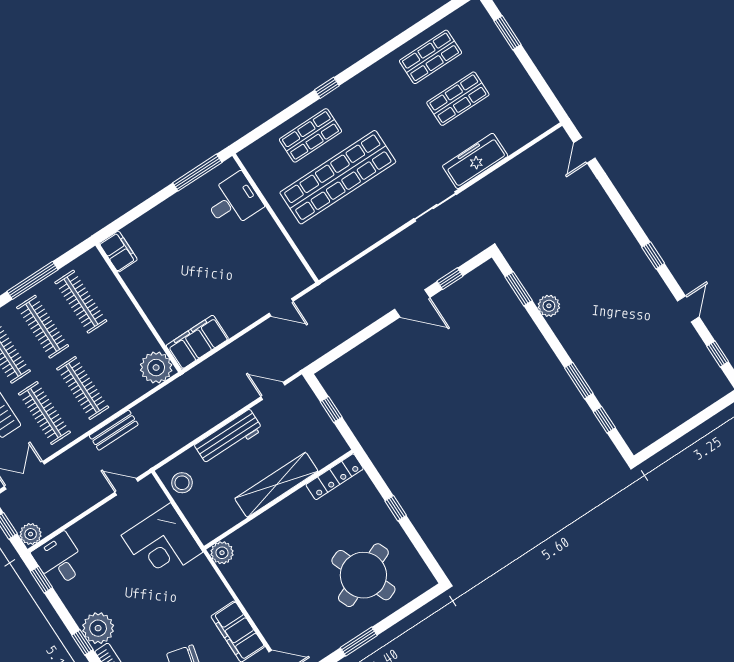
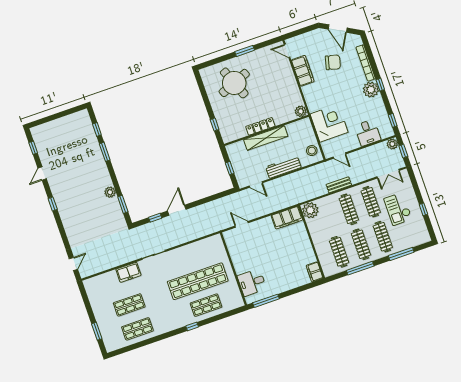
freezer: (475, 161) -> (128, 272), width x0.71
door: (412, 303) -> (177, 210), hinge flipped
locker: (335, 477) -> (260, 126), moved
window: (396, 508) -> (215, 124), moved
desk: (59, 560) -> (368, 133), moved

